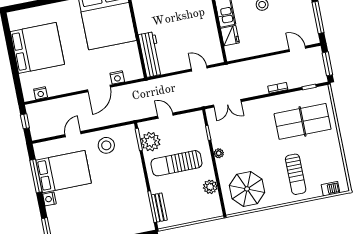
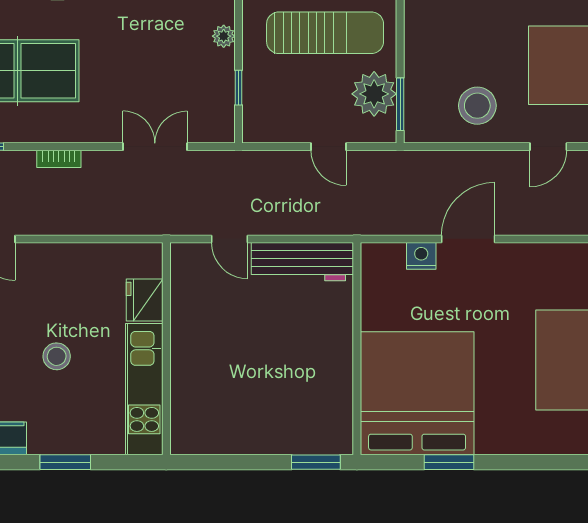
workbench: (151, 54) -> (302, 262), moved, turned -90
double door: (227, 103) -> (155, 147), moved

